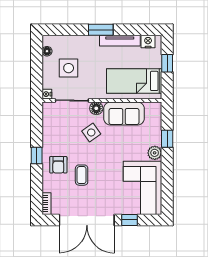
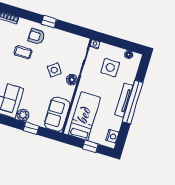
window: (101, 30) -> (133, 102), width x2.11
tv unit: (120, 41) -> (124, 100), moved
sofa: (124, 113) -> (57, 114), moved

